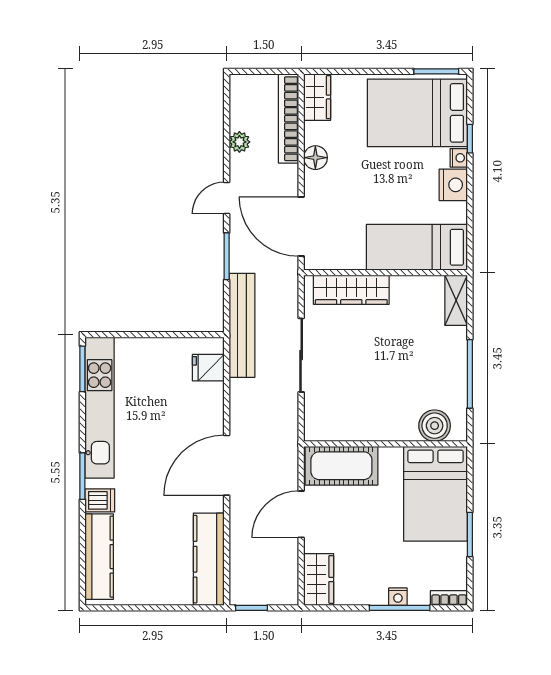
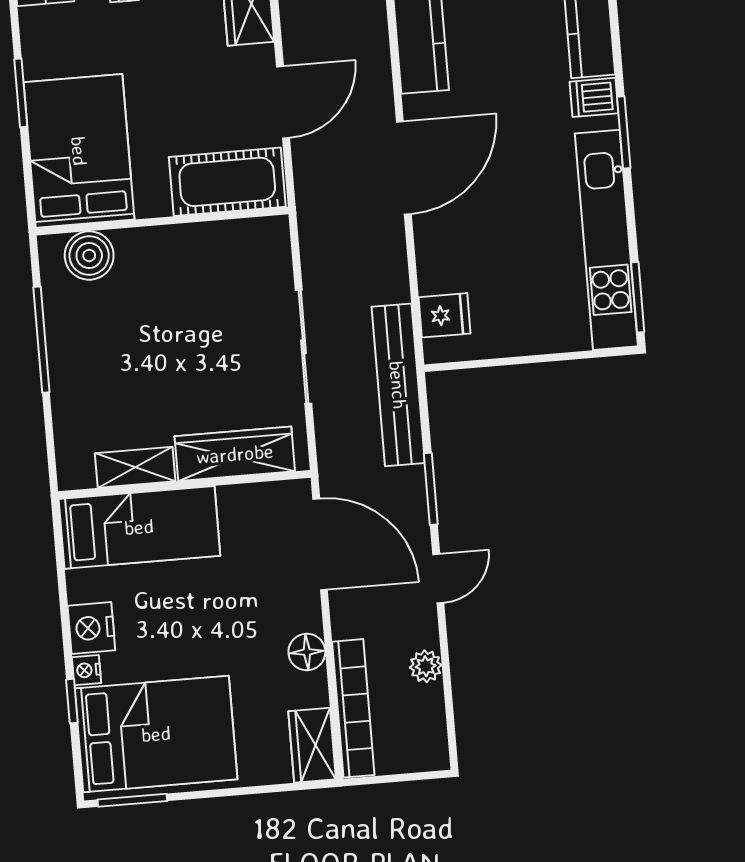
shelving: (456, 300) -> (135, 467), moved, turned 90

